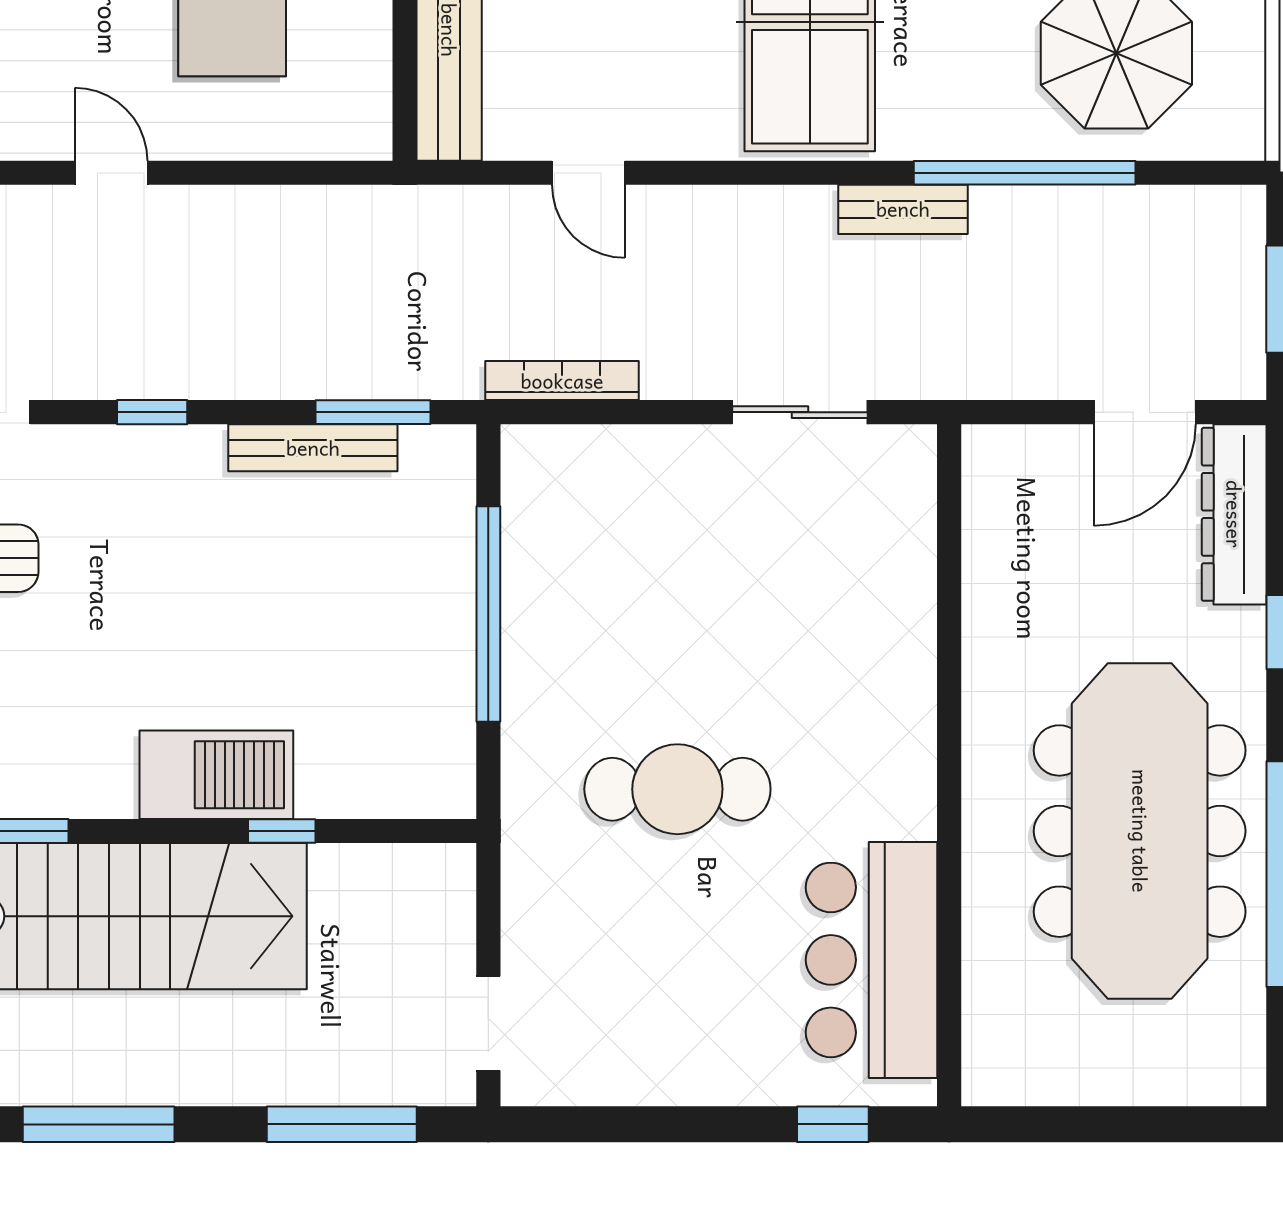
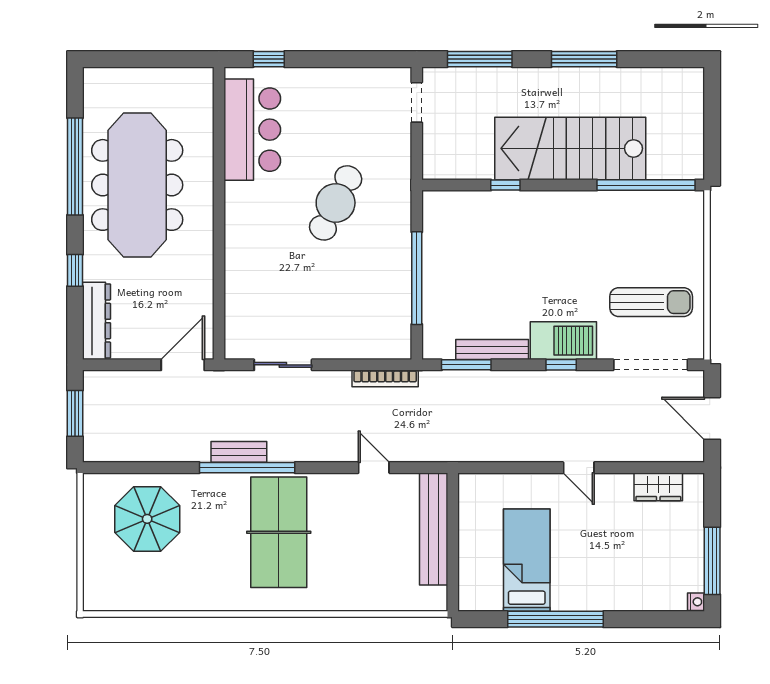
window: (1025, 173) -> (247, 468), moved
door: (1145, 412) -> (183, 365), moved
barbecue: (216, 775) -> (563, 341), moved, turned 180
cafe table: (677, 789) -> (336, 203), turned -63

